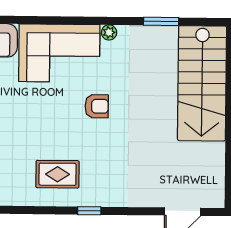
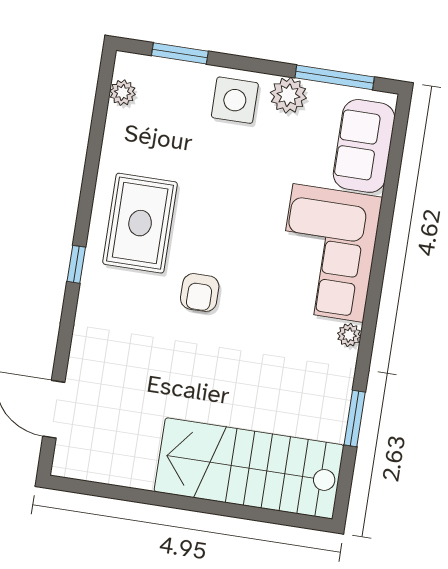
armchair: (97, 106) -> (200, 293), moved
rug: (57, 174) -> (140, 223), width x1.36, depth x1.43

